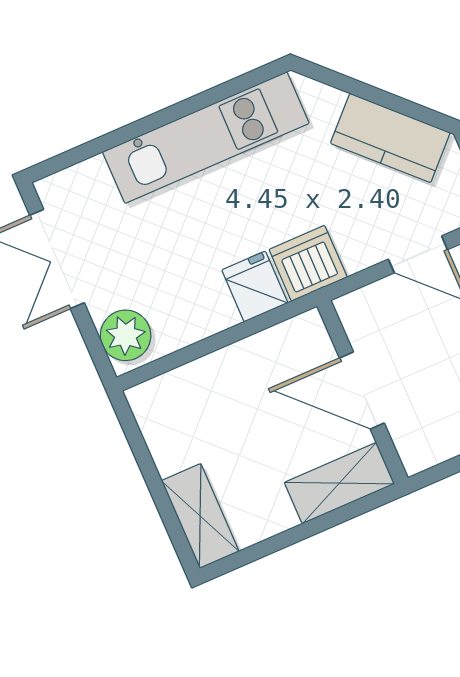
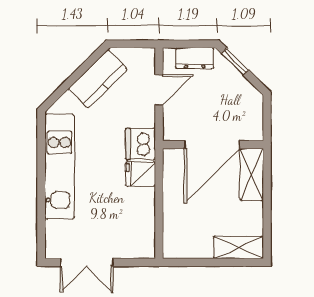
plant: (126, 335) -> (137, 246), removed
door: (362, 390) -> (212, 145), width x1.36

